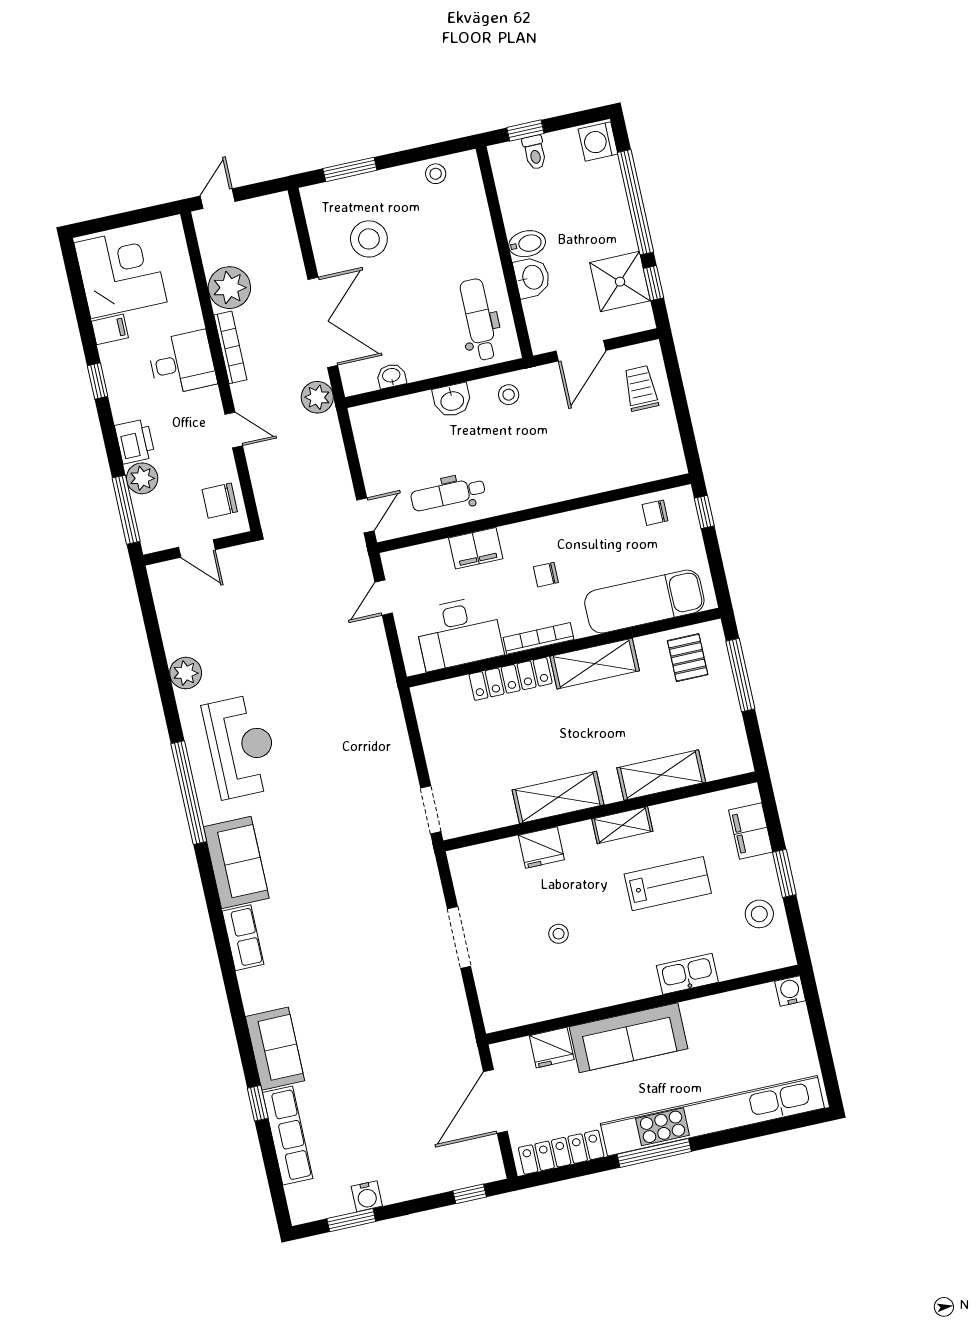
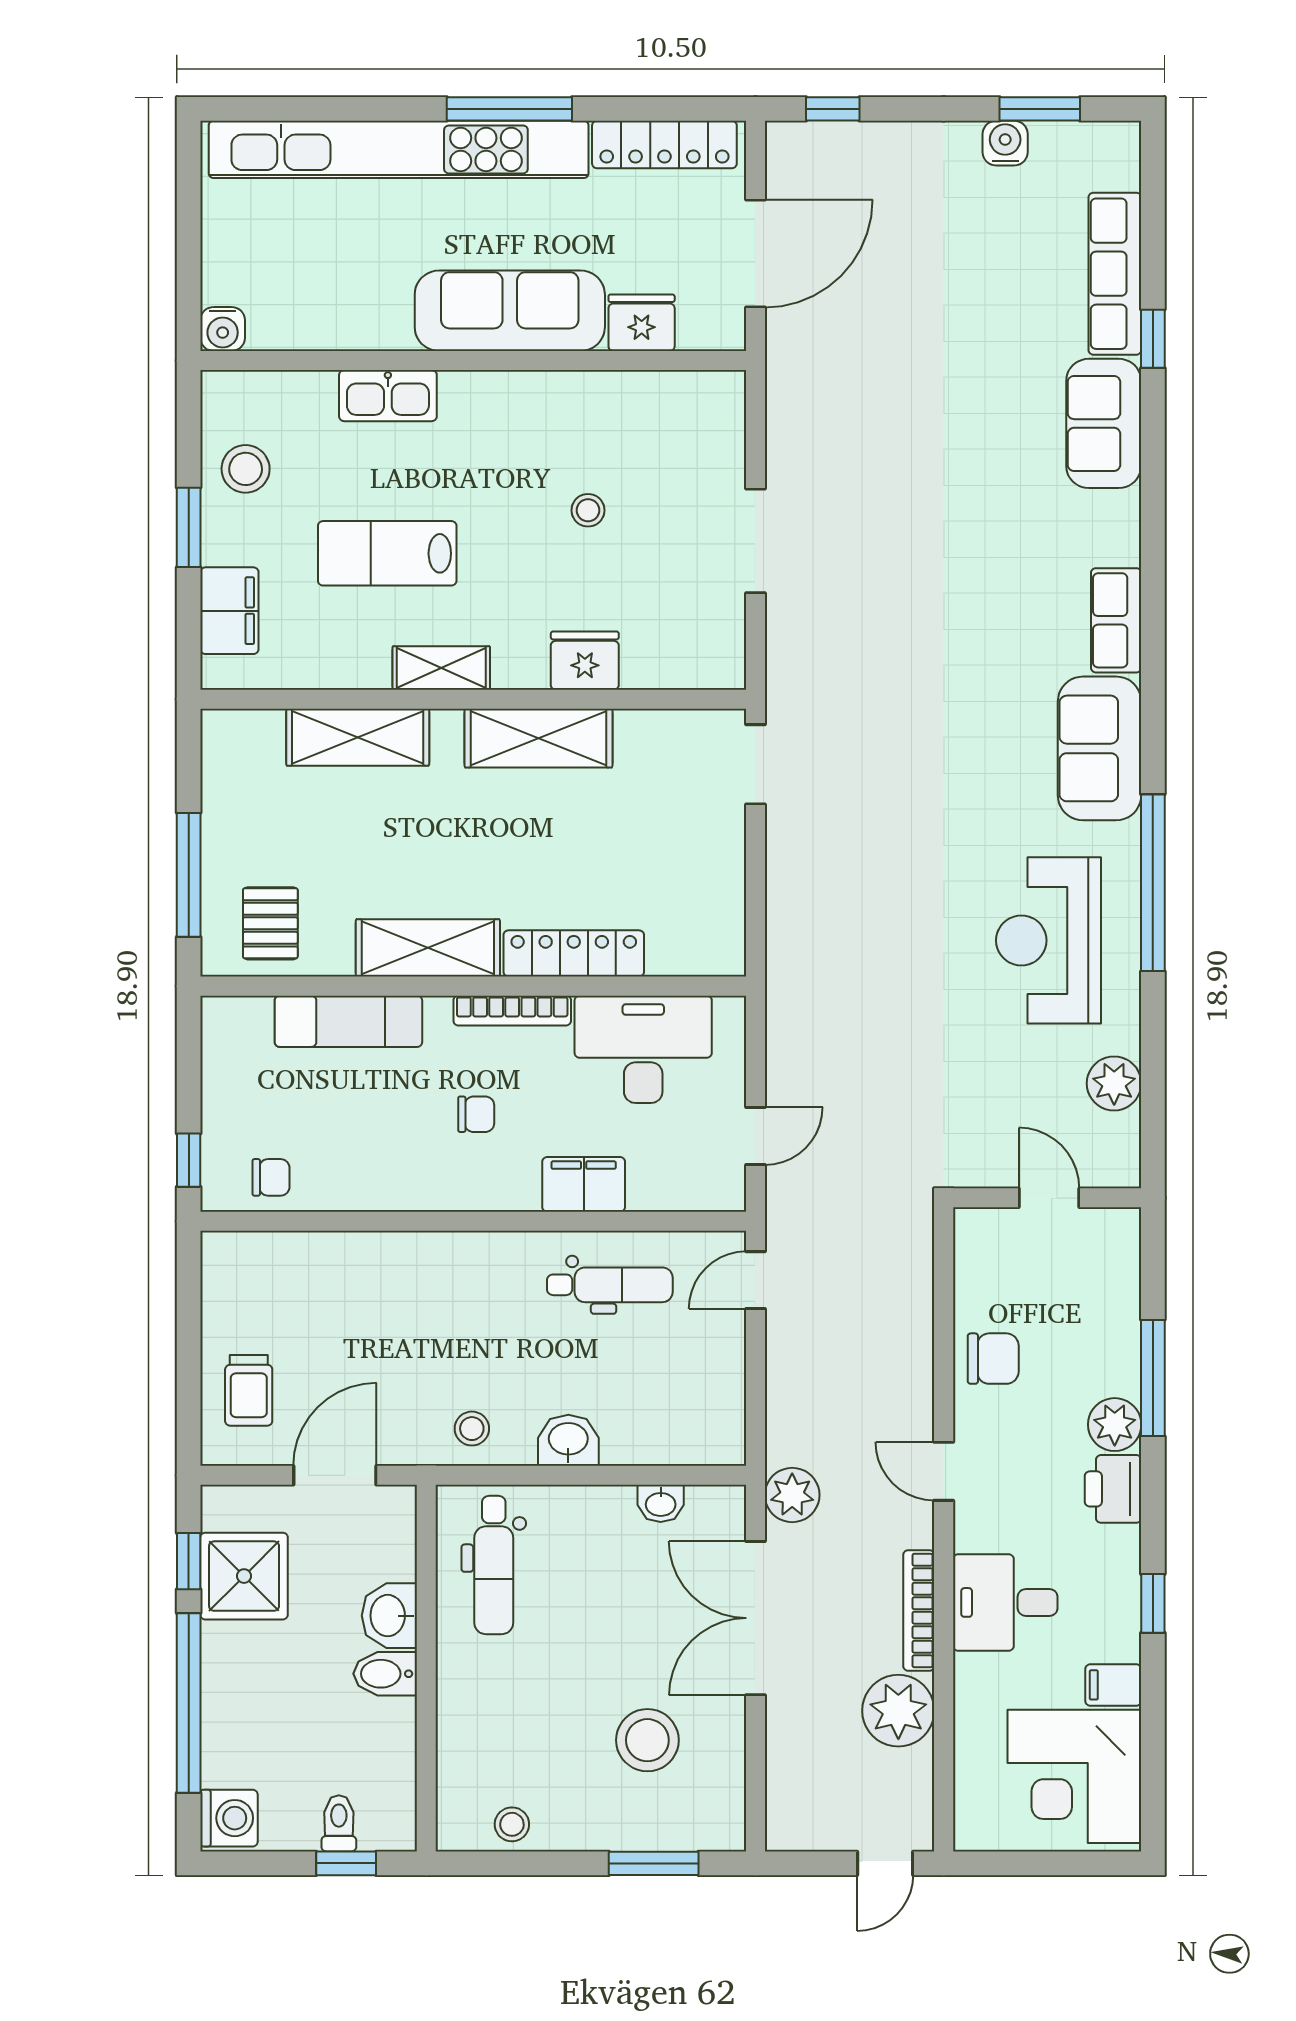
door: (197, 548) -> (1049, 1198), moved
wall: (198, 548) -> (1047, 1198), moved
exam couch: (644, 602) -> (348, 1021), width x0.73, depth x0.69

